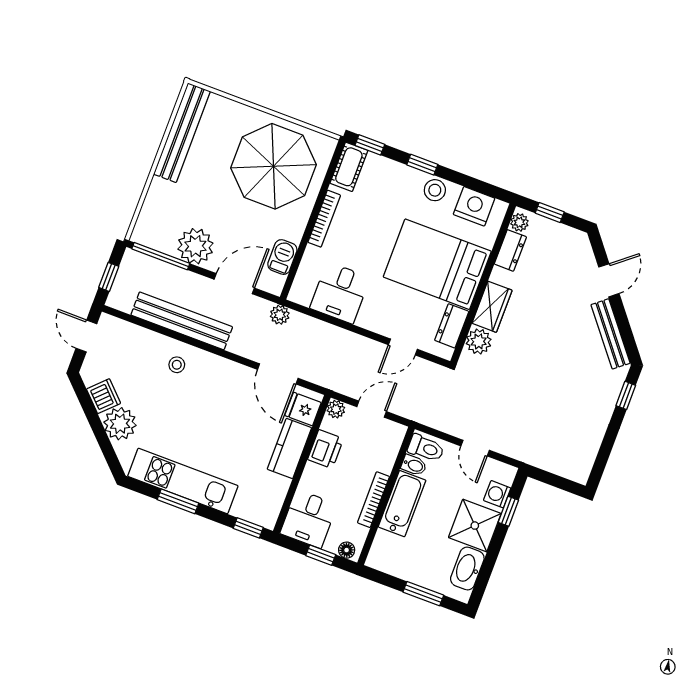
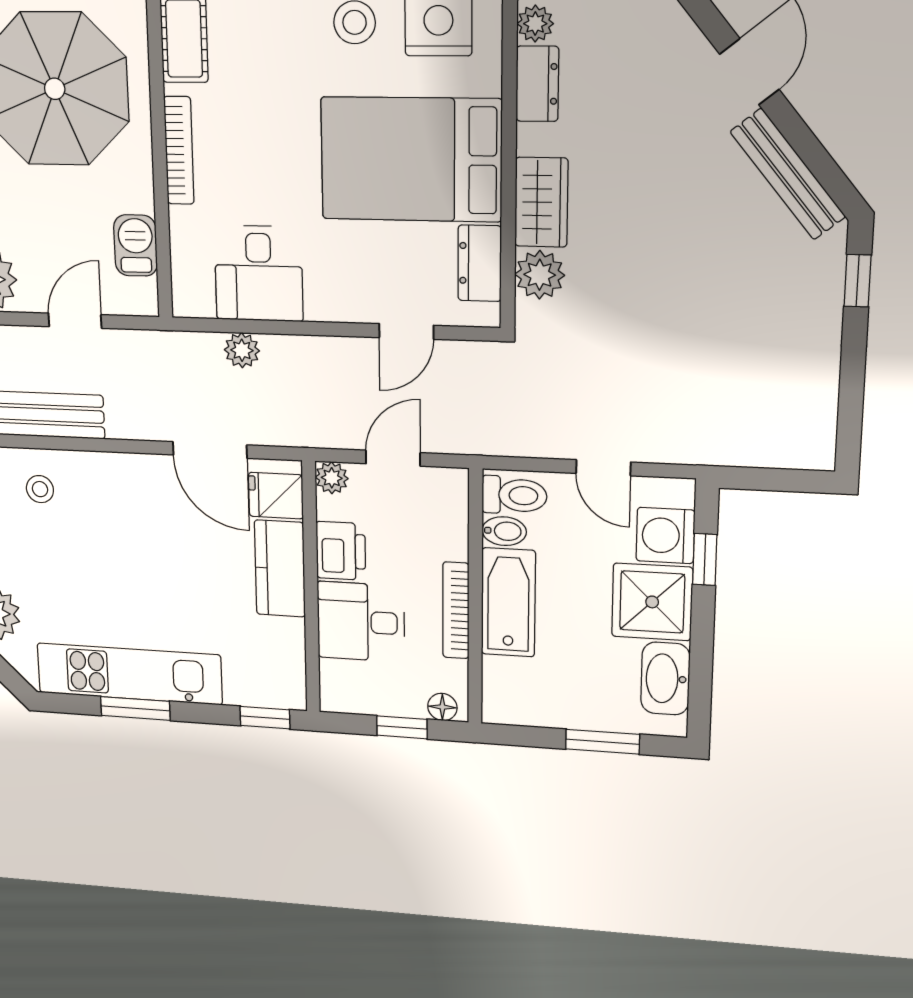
door: (234, 284) -> (75, 321), width x0.73
plant: (280, 315) -> (242, 350), moved
washing machine: (497, 494) -> (665, 536), width x1.38, depth x1.38
desk: (309, 519) -> (361, 622), moved, turned 90

